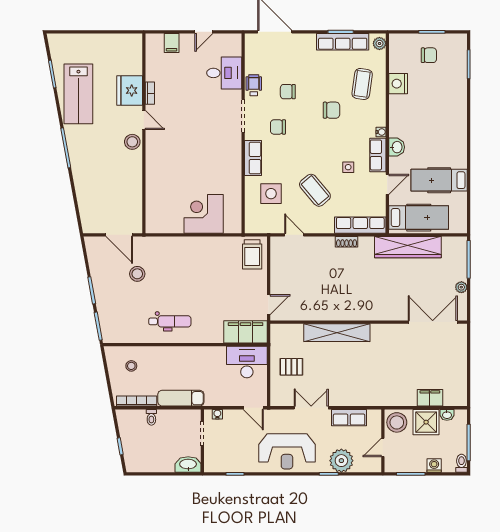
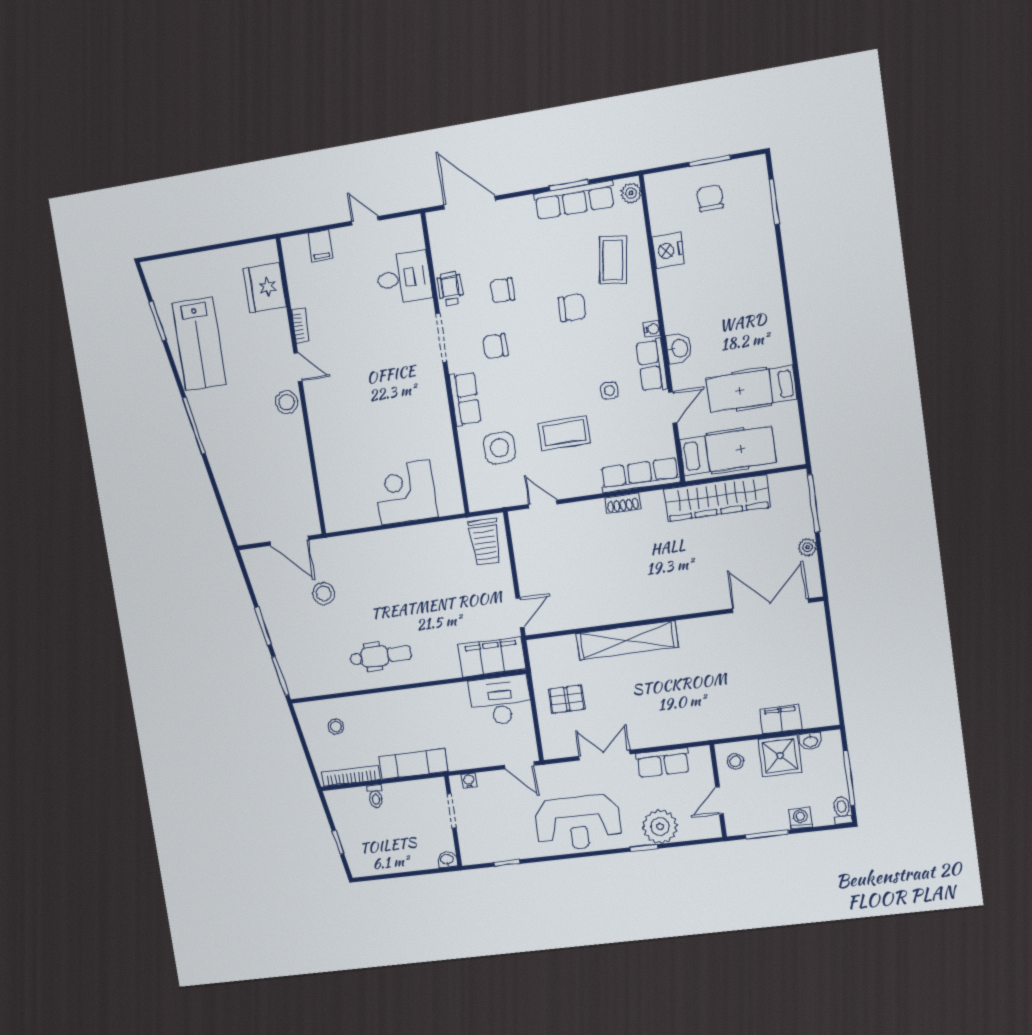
door: (204, 32) -> (365, 221), swing flipped
chair: (429, 55) -> (710, 198), turned -90
fridge: (130, 90) -> (265, 288), moved
coffee table: (315, 190) -> (564, 433), turned -50
stool: (397, 422) -> (735, 761), width x0.53, depth x0.53
washbasin: (188, 465) -> (447, 860), width x0.52, depth x0.69

